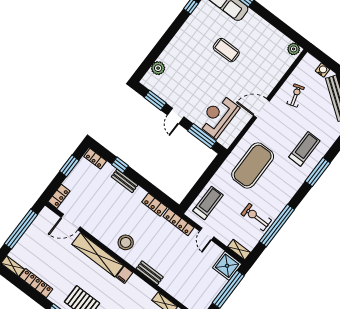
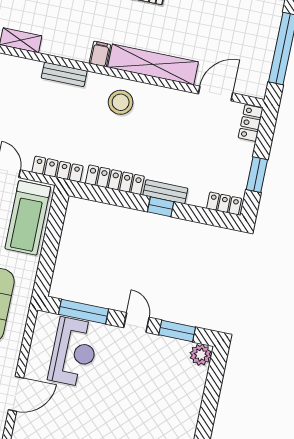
plant: (158, 68) -> (201, 355), moved
window: (120, 165) -> (161, 207), moved
treadmill: (208, 203) -> (28, 218), width x1.37, depth x1.38
locker: (154, 205) -> (115, 180), width x1.53

